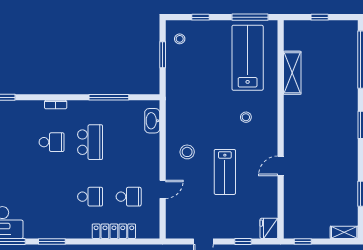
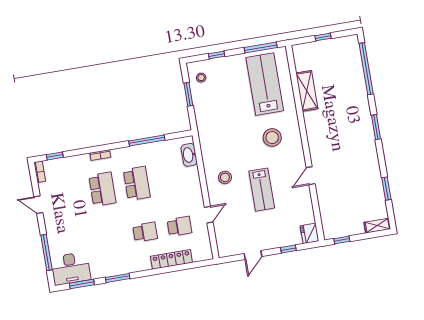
stool: (246, 117) -> (272, 138), width x1.89, depth x1.89
school desk: (52, 142) -> (102, 189), width x1.85

